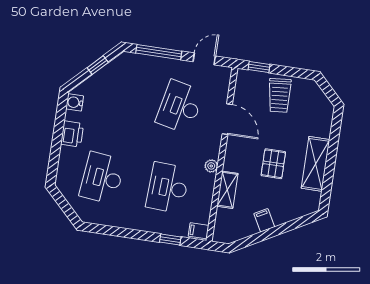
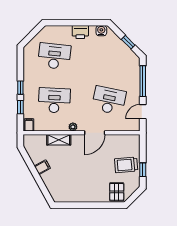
door: (204, 59) -> (143, 112), swing flipped
window: (259, 67) -> (143, 170), moved
door: (227, 119) -> (95, 133), moved
pallet: (273, 164) -> (117, 192), moved, turned 90
shelving: (316, 164) -> (85, 195), removed
window: (141, 235) -> (20, 88), added

